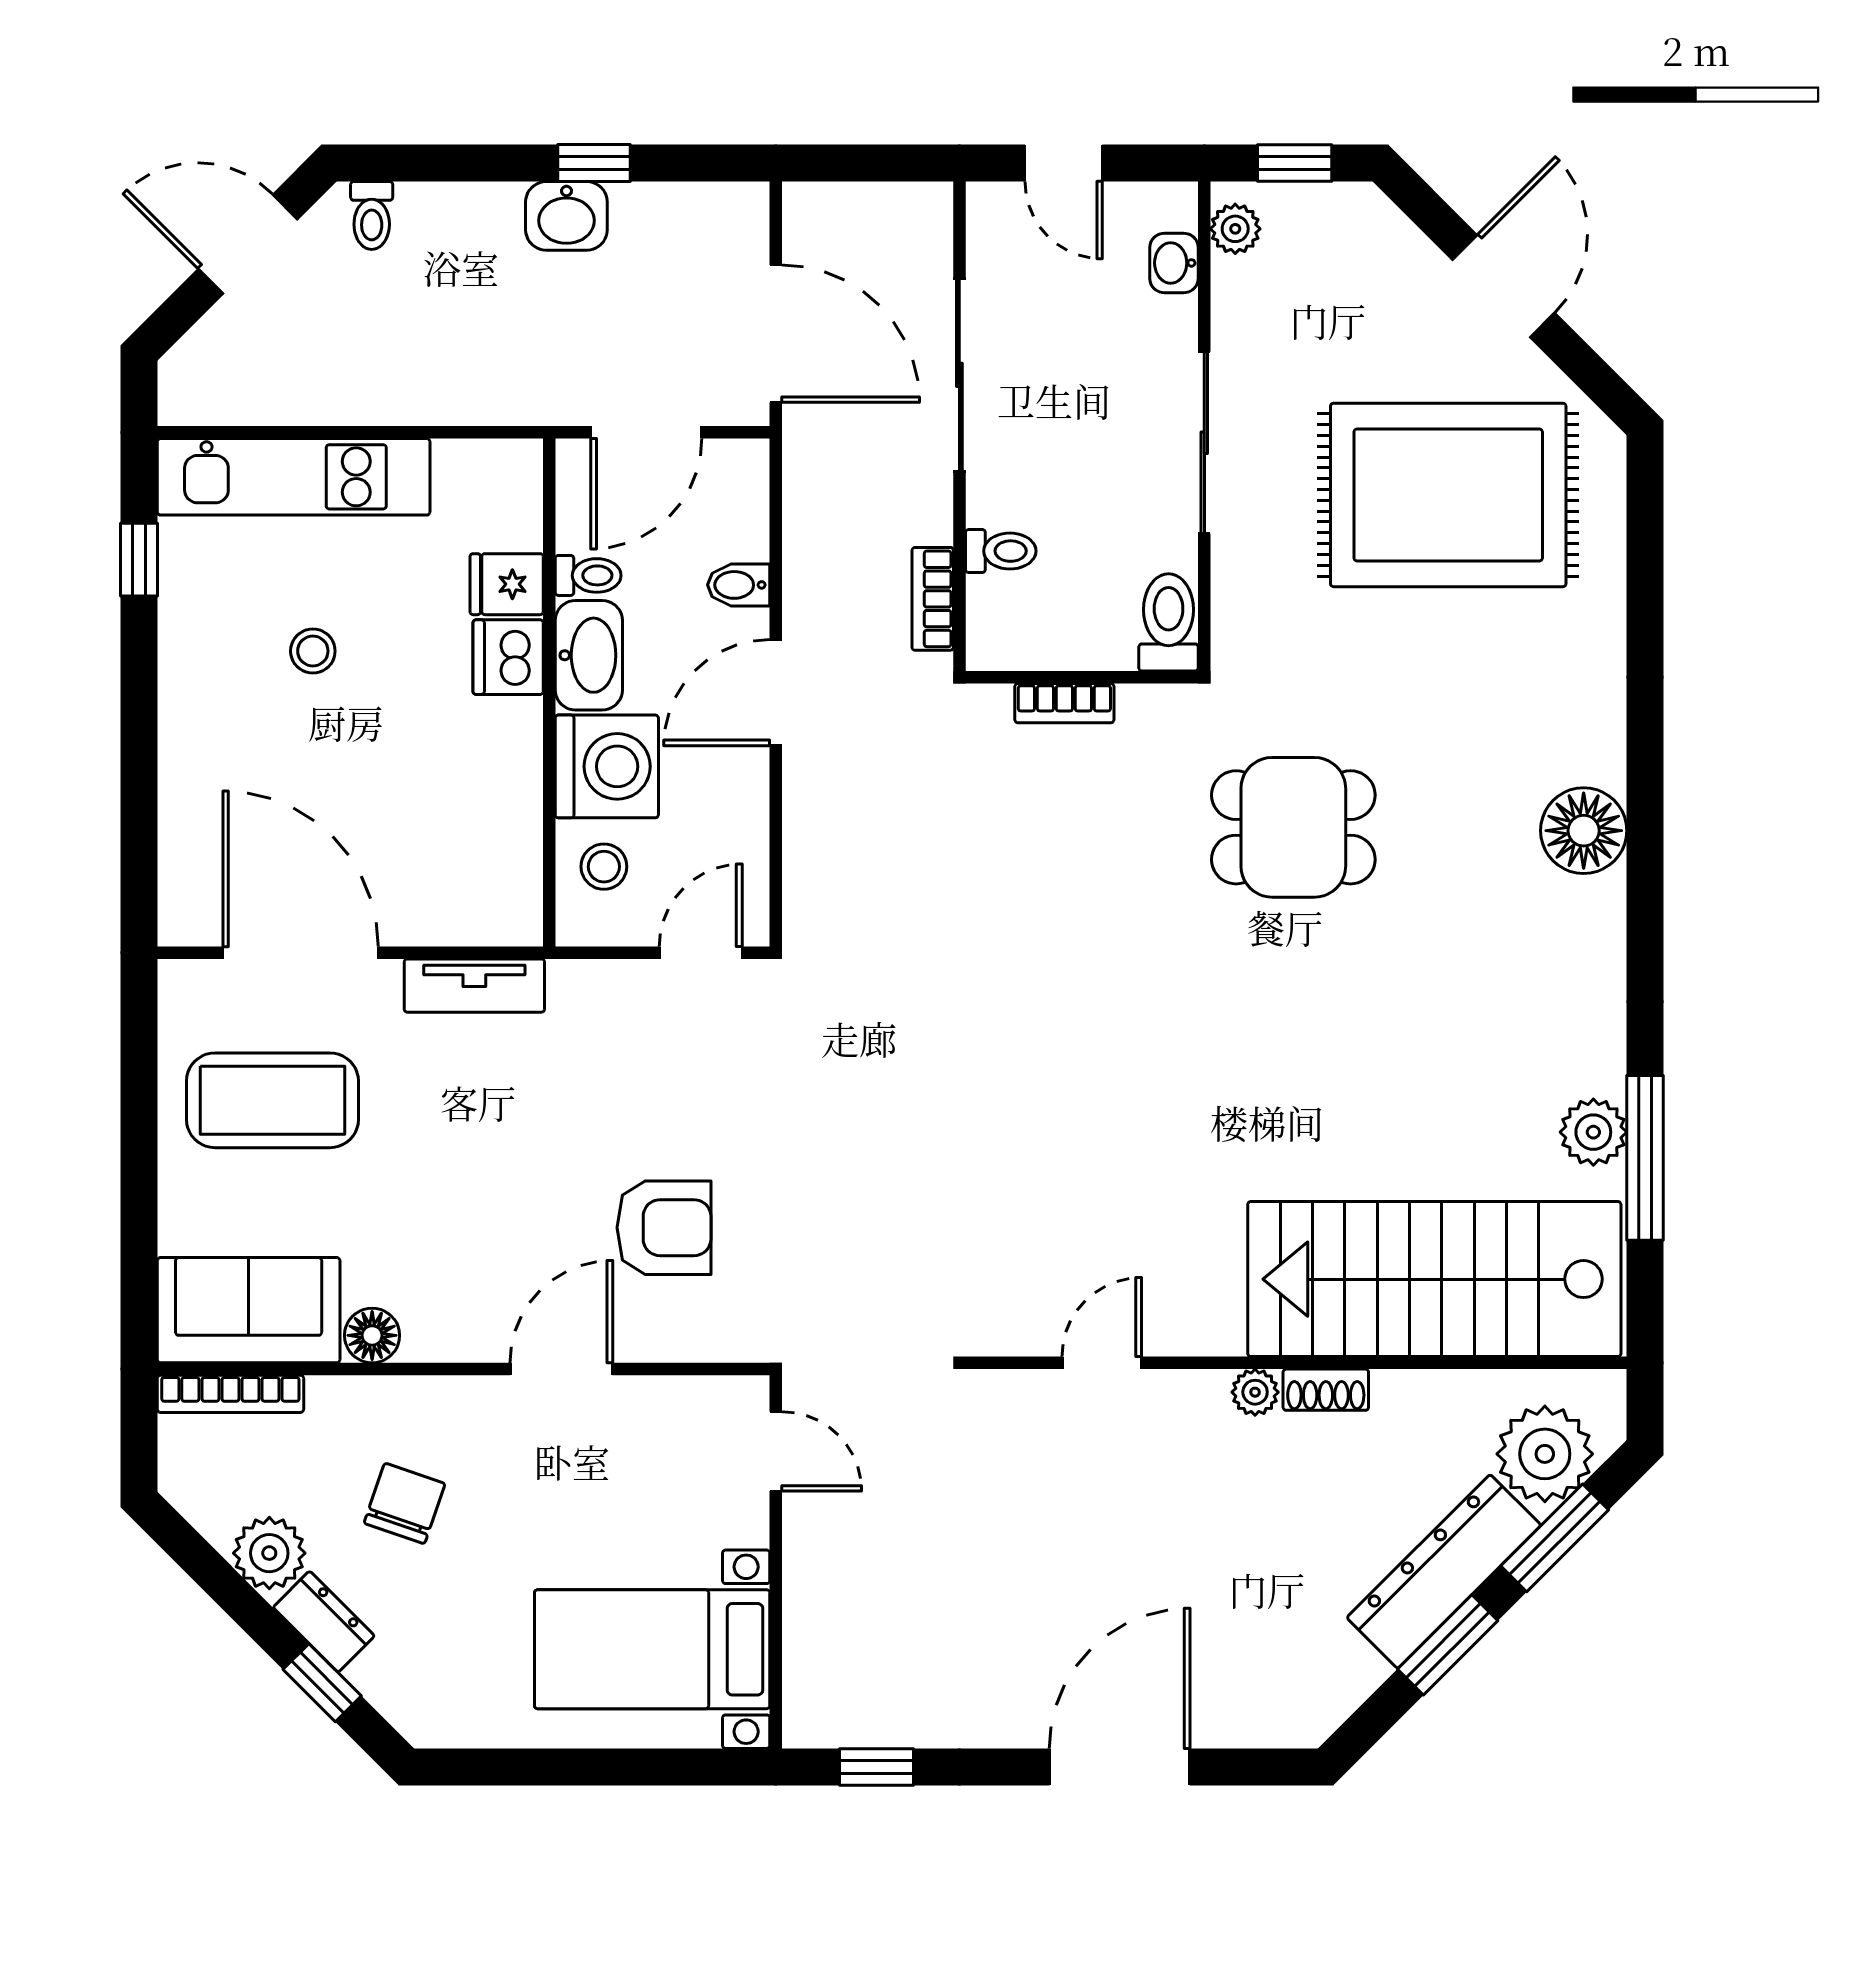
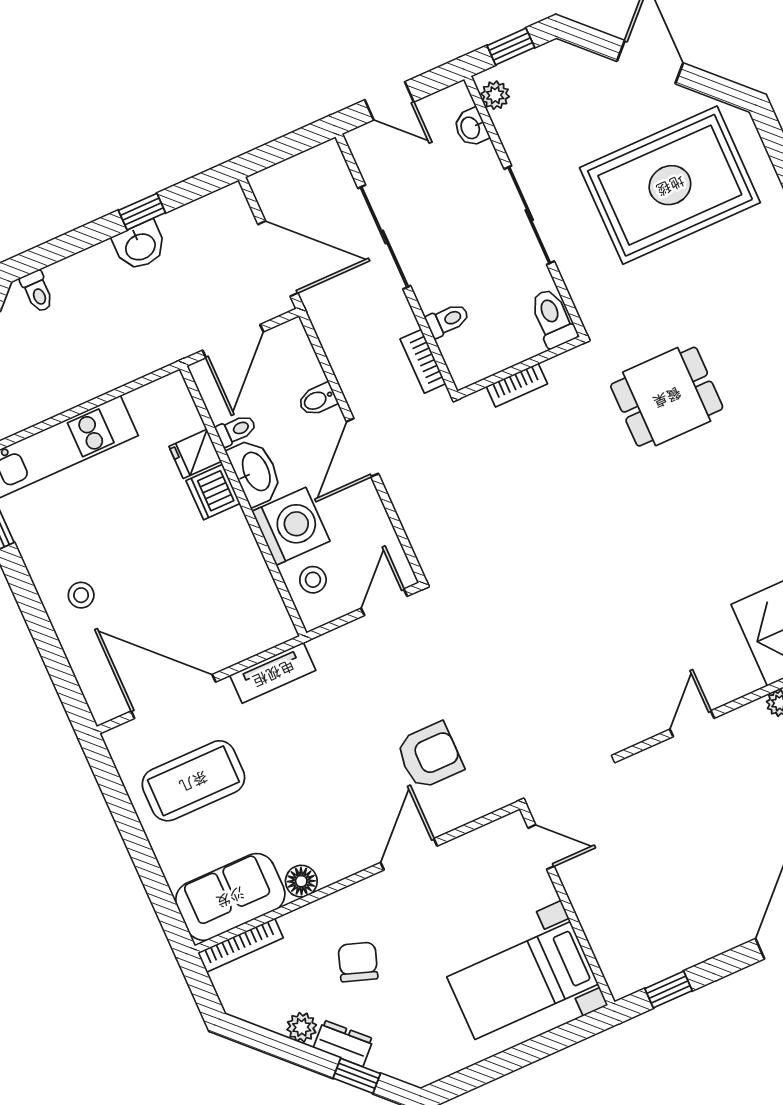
stool: (313, 651) -> (81, 595), moved
plant: (269, 1553) -> (302, 1027), width x0.73, depth x0.73

